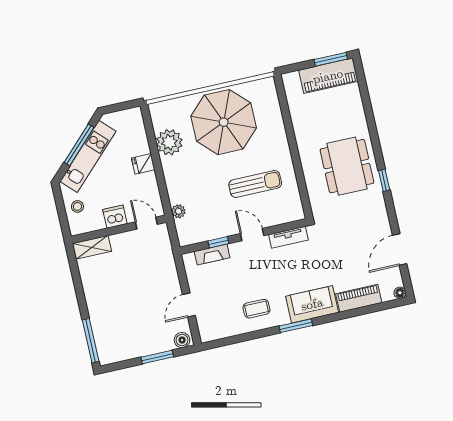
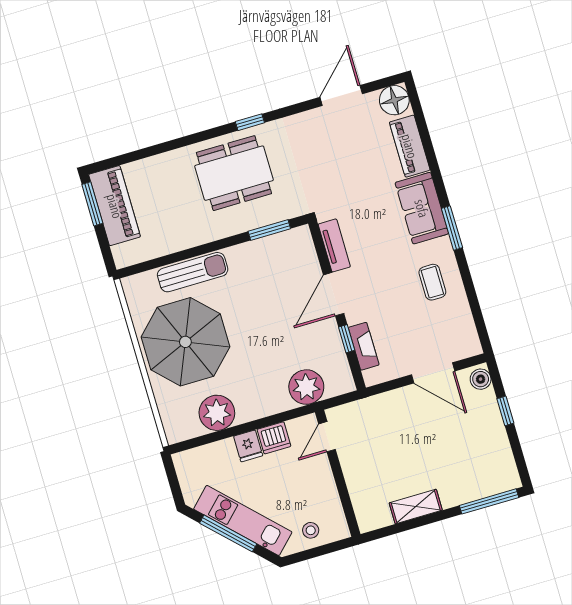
sun lounger: (255, 184) -> (193, 272), moved, turned 90
window: (303, 190) -> (269, 230), added
plant: (178, 211) -> (306, 387), width x1.88, depth x1.88
dishwasher: (115, 217) -> (274, 438), moved, turned -90
door: (252, 235) -> (334, 294), width x1.38
shelving: (92, 247) -> (416, 507), moved, turned 90
door: (400, 250) -> (341, 96), swing flipped
floor lamp: (400, 293) -> (394, 100), width x1.89, depth x1.89
door: (189, 305) -> (433, 373), width x1.38
window: (157, 357) -> (505, 411), width x0.67

